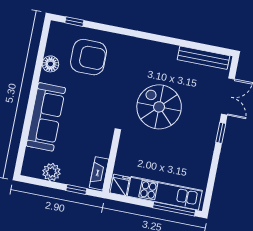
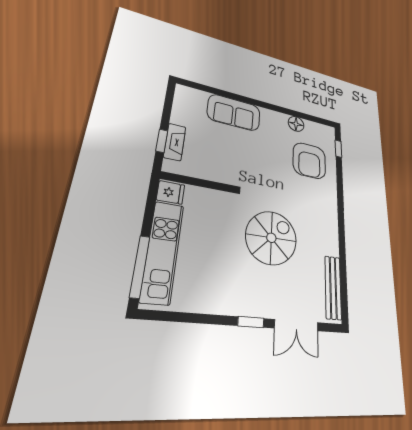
sofa: (46, 117) -> (234, 113), width x0.73
plant: (51, 172) -> (182, 115), removed
fireplace: (99, 173) -> (175, 142), moved, turned 90

